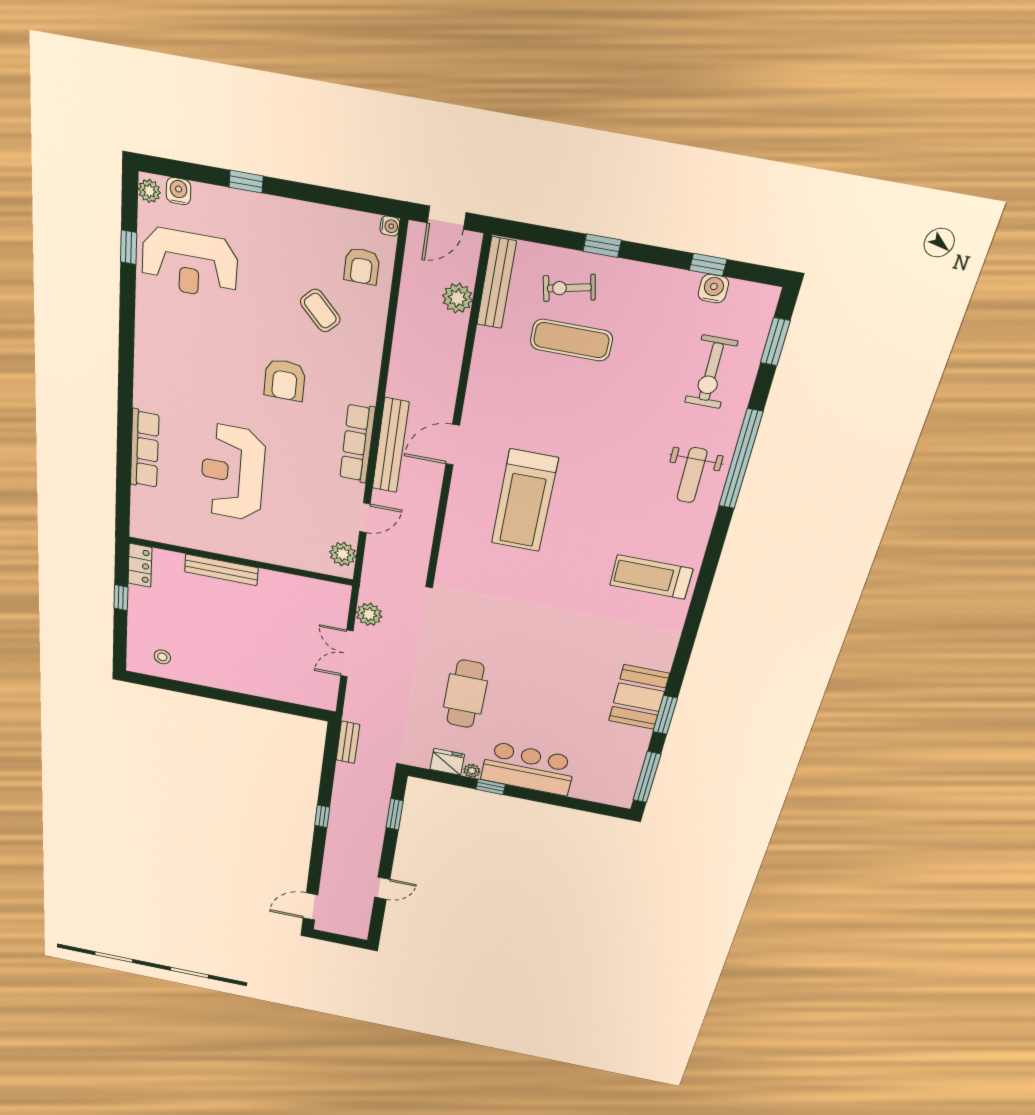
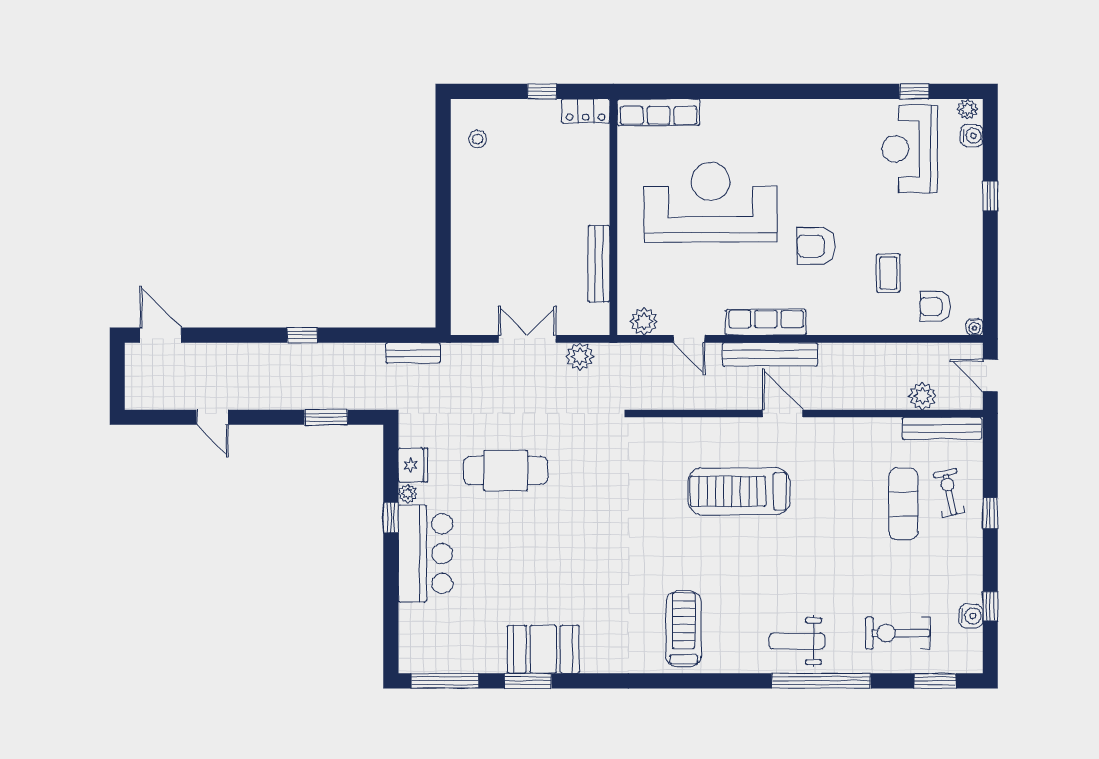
coffee table: (320, 311) -> (888, 273), turned -45
row of seats: (145, 449) -> (658, 112), moved
reception desk: (233, 473) -> (711, 202), width x1.36, depth x1.30
bench: (221, 570) -> (599, 264), moved

